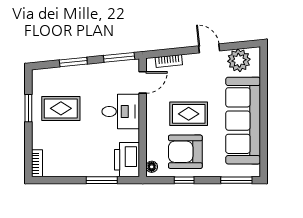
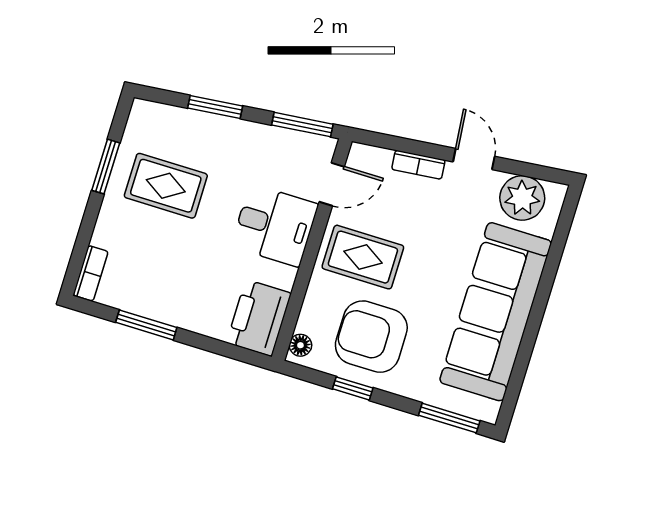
bookcase: (169, 61) -> (418, 165), moved
rug: (189, 114) -> (363, 257), moved
window: (102, 180) -> (146, 325), moved

